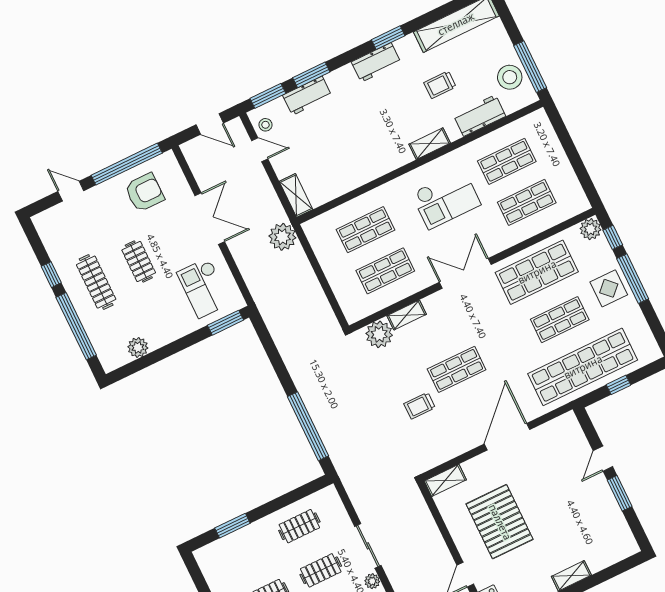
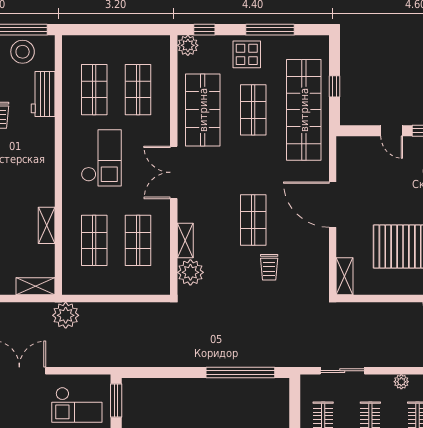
shelving: (430, 144) -> (47, 225), moved
window: (633, 279) -> (270, 30), moved
sliding door: (368, 546) -> (342, 371), moved

